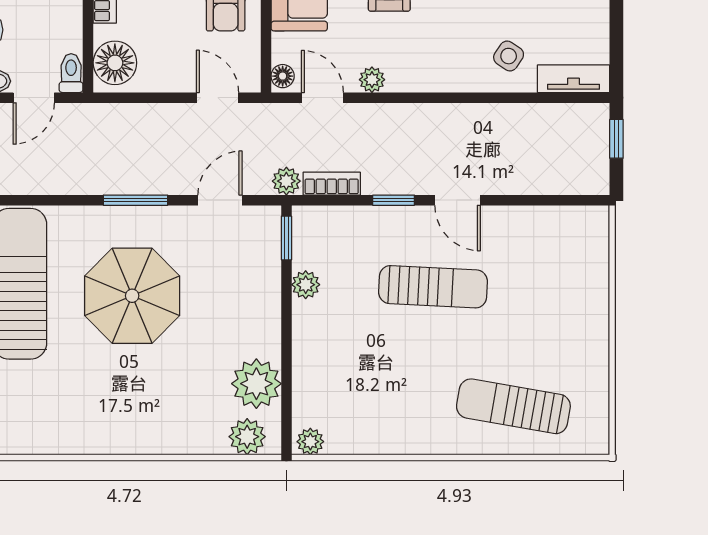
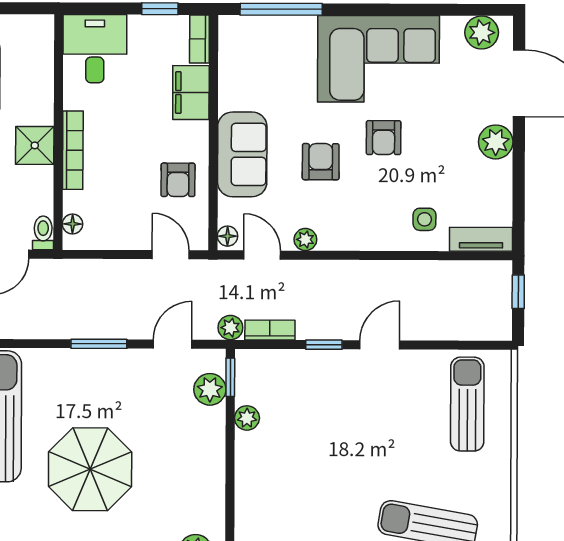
side table: (509, 56) -> (424, 219), turned -34
floor lamp: (115, 63) -> (73, 224), width x0.53, depth x0.53
door: (458, 200) -> (380, 345), swing flipped
sun lounger: (433, 287) -> (467, 404), moved, turned -93
parasol: (132, 296) -> (90, 469), moved
plant: (256, 384) -> (210, 389), moved, width x0.73, depth x0.73

